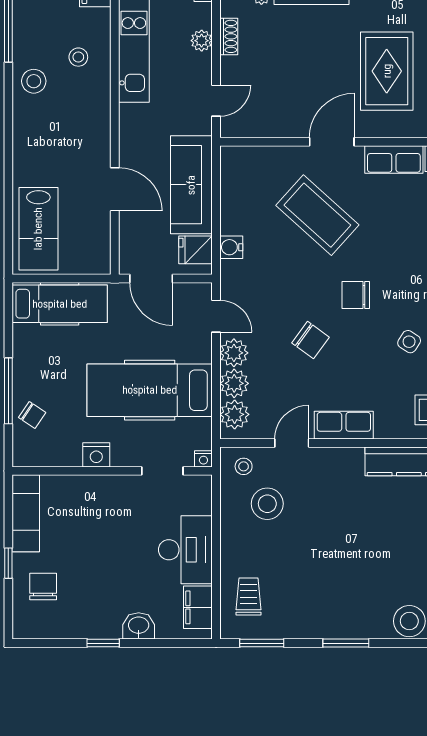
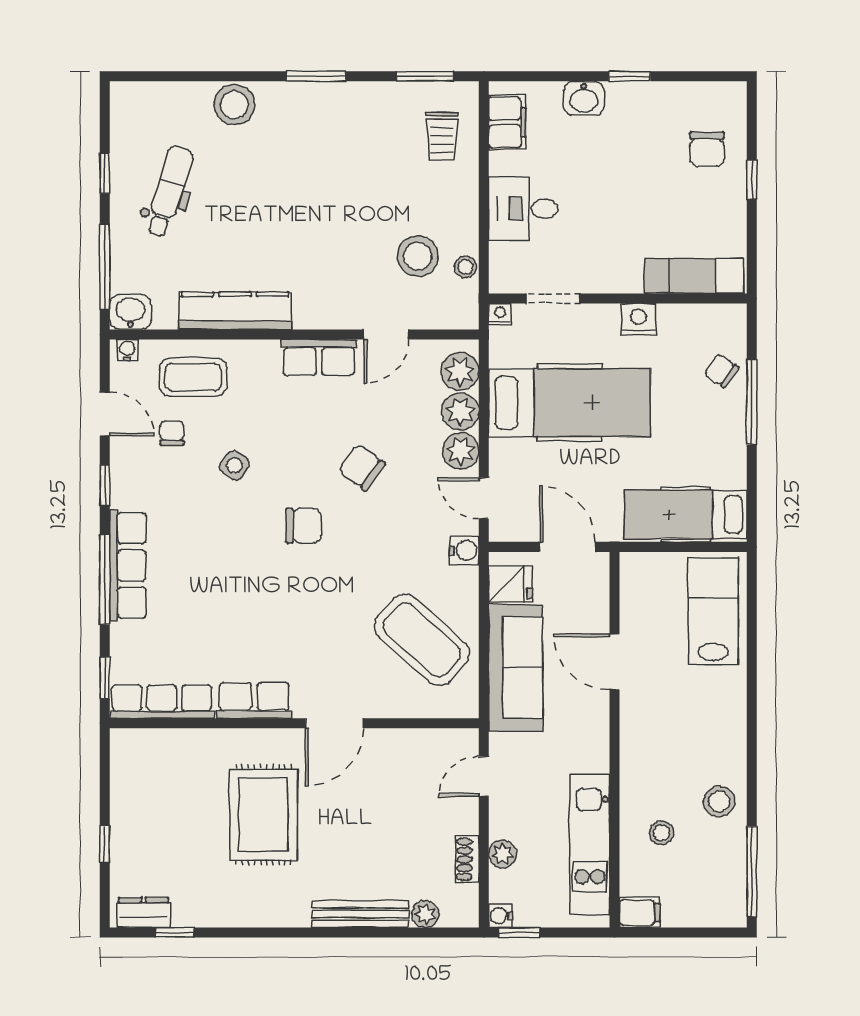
coffee table: (317, 215) -> (422, 640), moved
water cooler: (231, 247) -> (464, 550), moved
stool: (244, 466) -> (465, 267), moved
exam couch: (26, 513) -> (694, 276), moved, turned 90
desk: (185, 550) -> (523, 209), width x0.73

